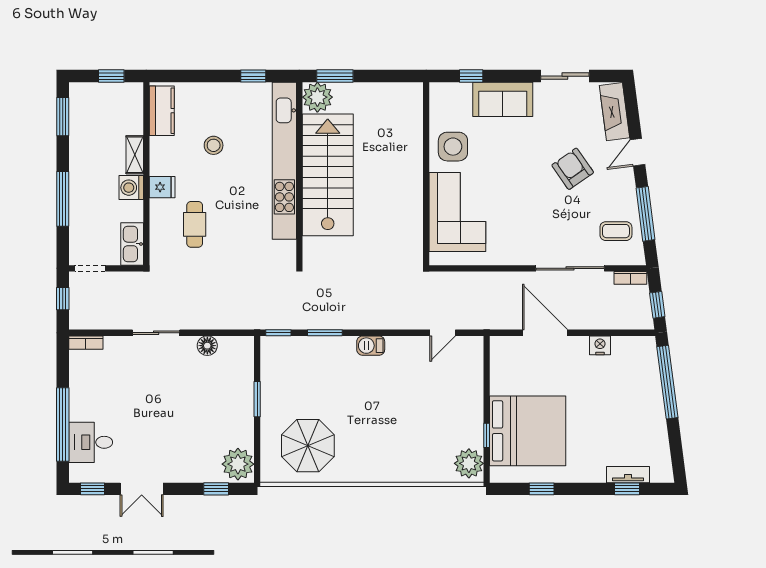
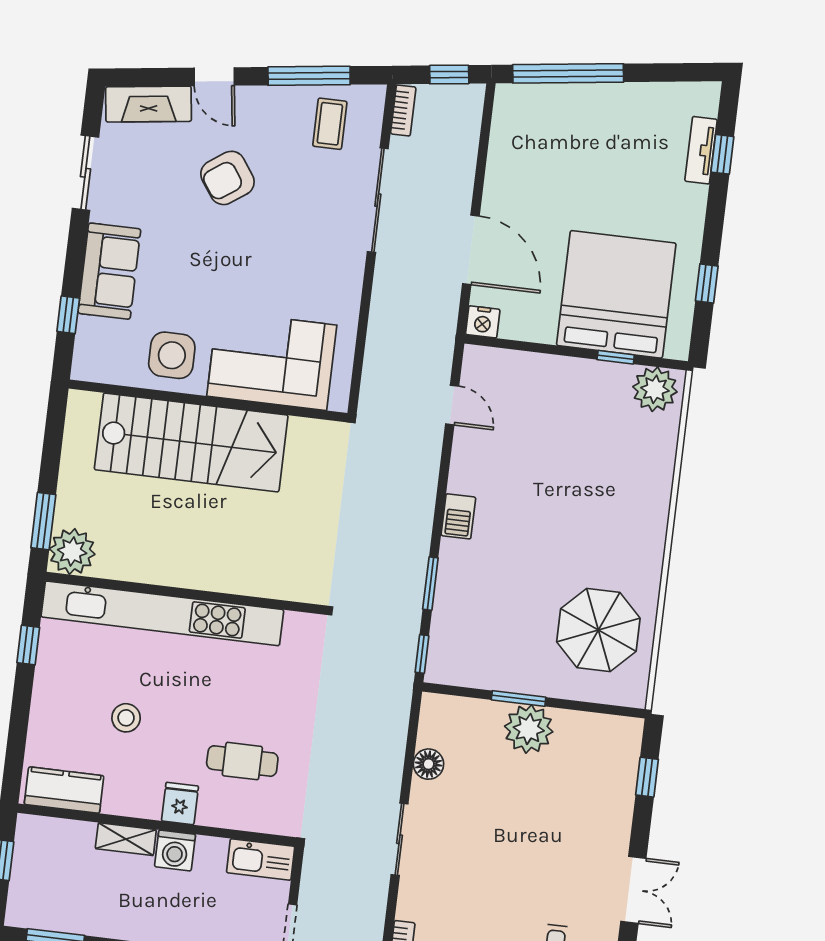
stairs: (328, 175) -> (191, 442), moved, turned 180
door: (545, 333) -> (471, 250), swing flipped
nightstand: (600, 345) -> (483, 322), moved, turned -90
plant: (238, 464) -> (529, 729), moved

